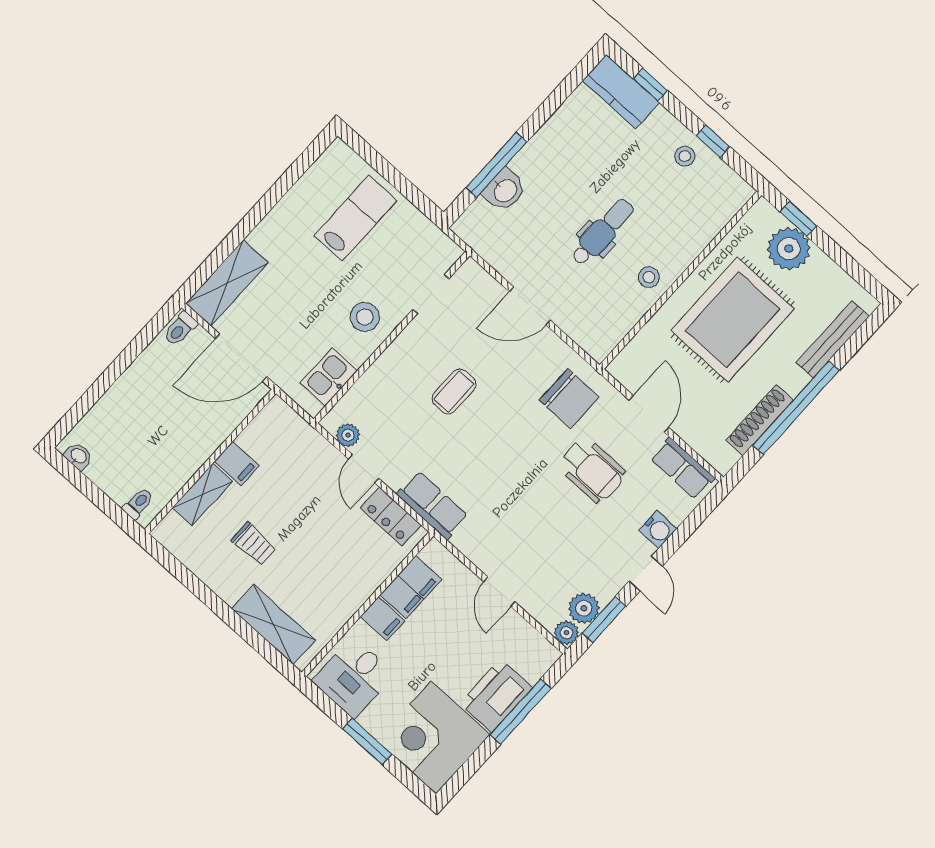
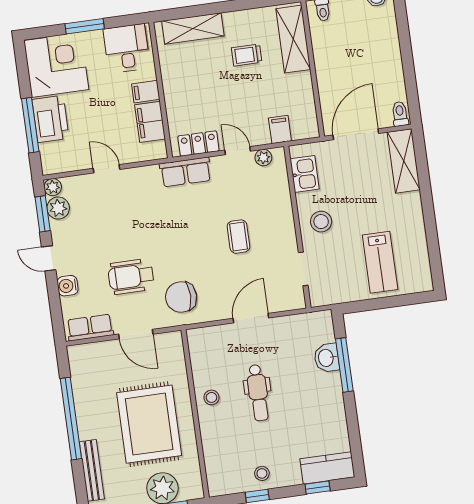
shoe rack: (760, 420) -> (81, 392), removed
filing cabinet: (237, 463) -> (280, 130), moved, turned 90
shelving: (202, 494) -> (293, 39), width x1.50, depth x1.33

